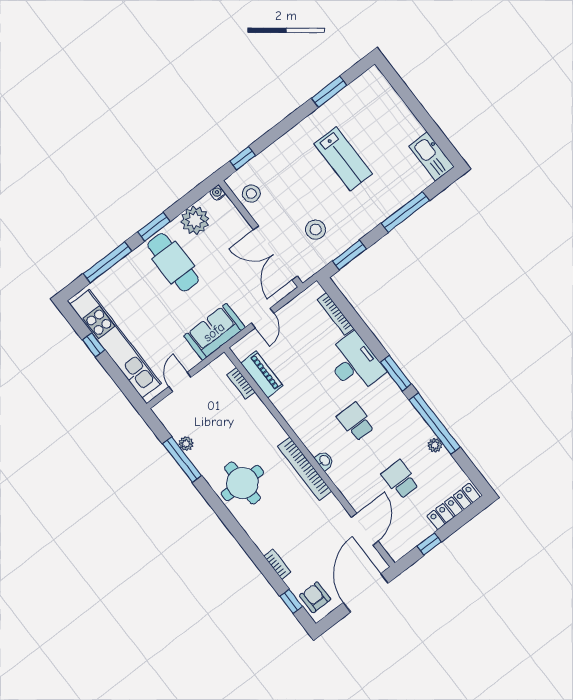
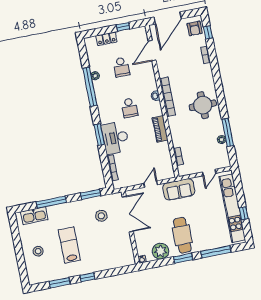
kitchen sink: (431, 156) -> (34, 216), moved, turned 90
window: (243, 158) -> (87, 277), moved
stool: (251, 194) -> (38, 251), moved
window: (396, 373) -> (99, 135), moved
piano: (262, 374) -> (160, 129), moved
locker: (453, 506) -> (106, 39), width x0.66

